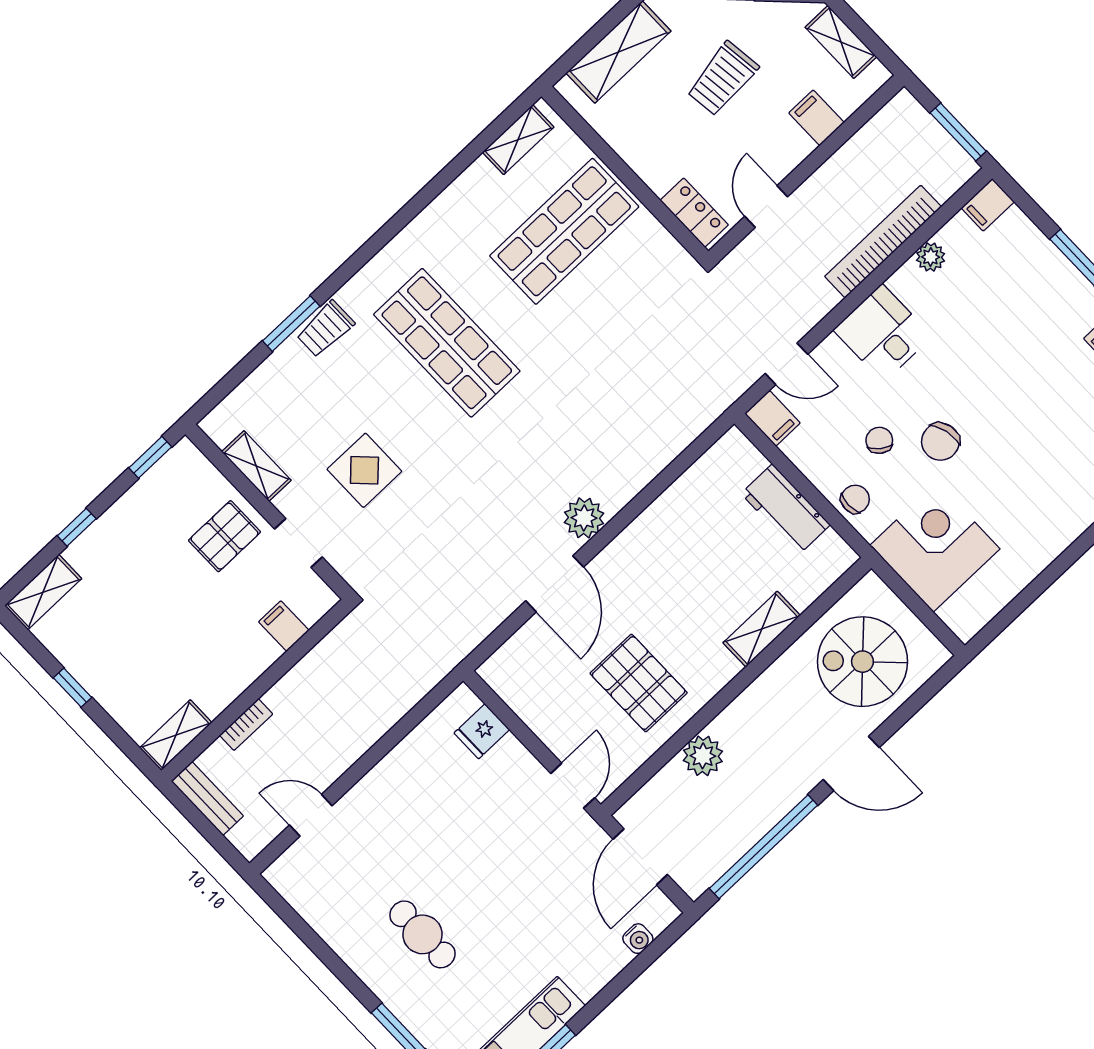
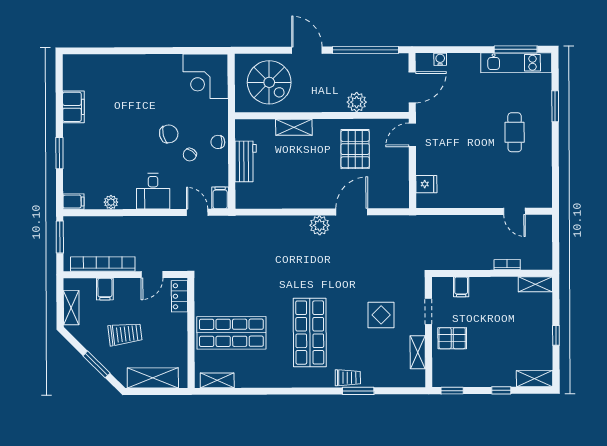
bookcase: (883, 242) -> (103, 264), moved, turned 180
corner desk: (935, 547) -> (206, 76), moved
bench: (207, 799) -> (545, 251), removed

